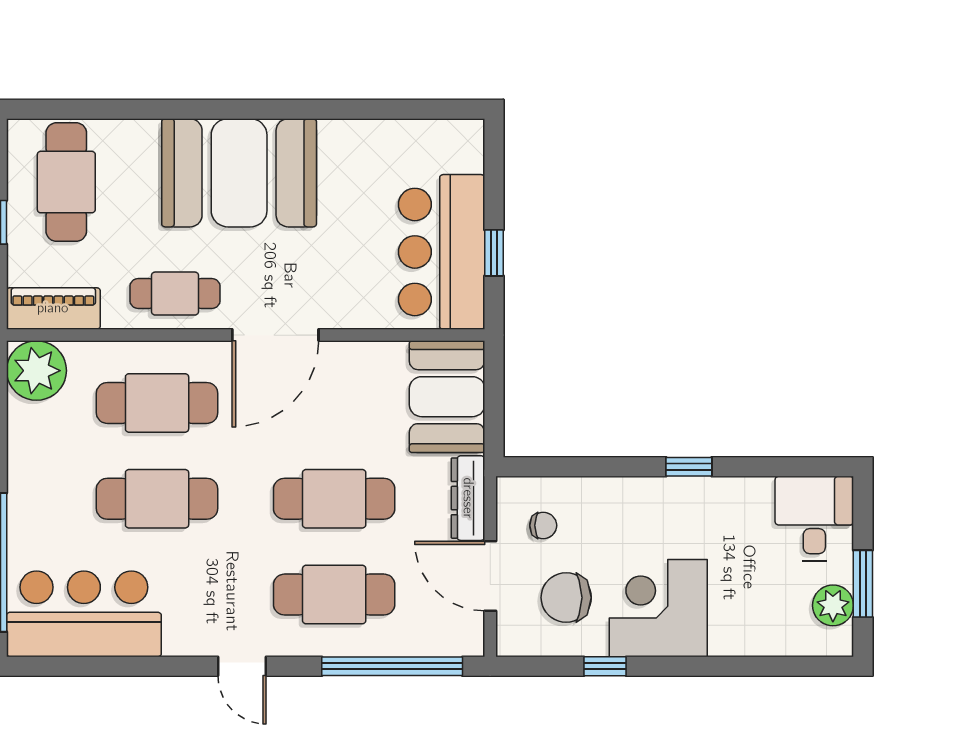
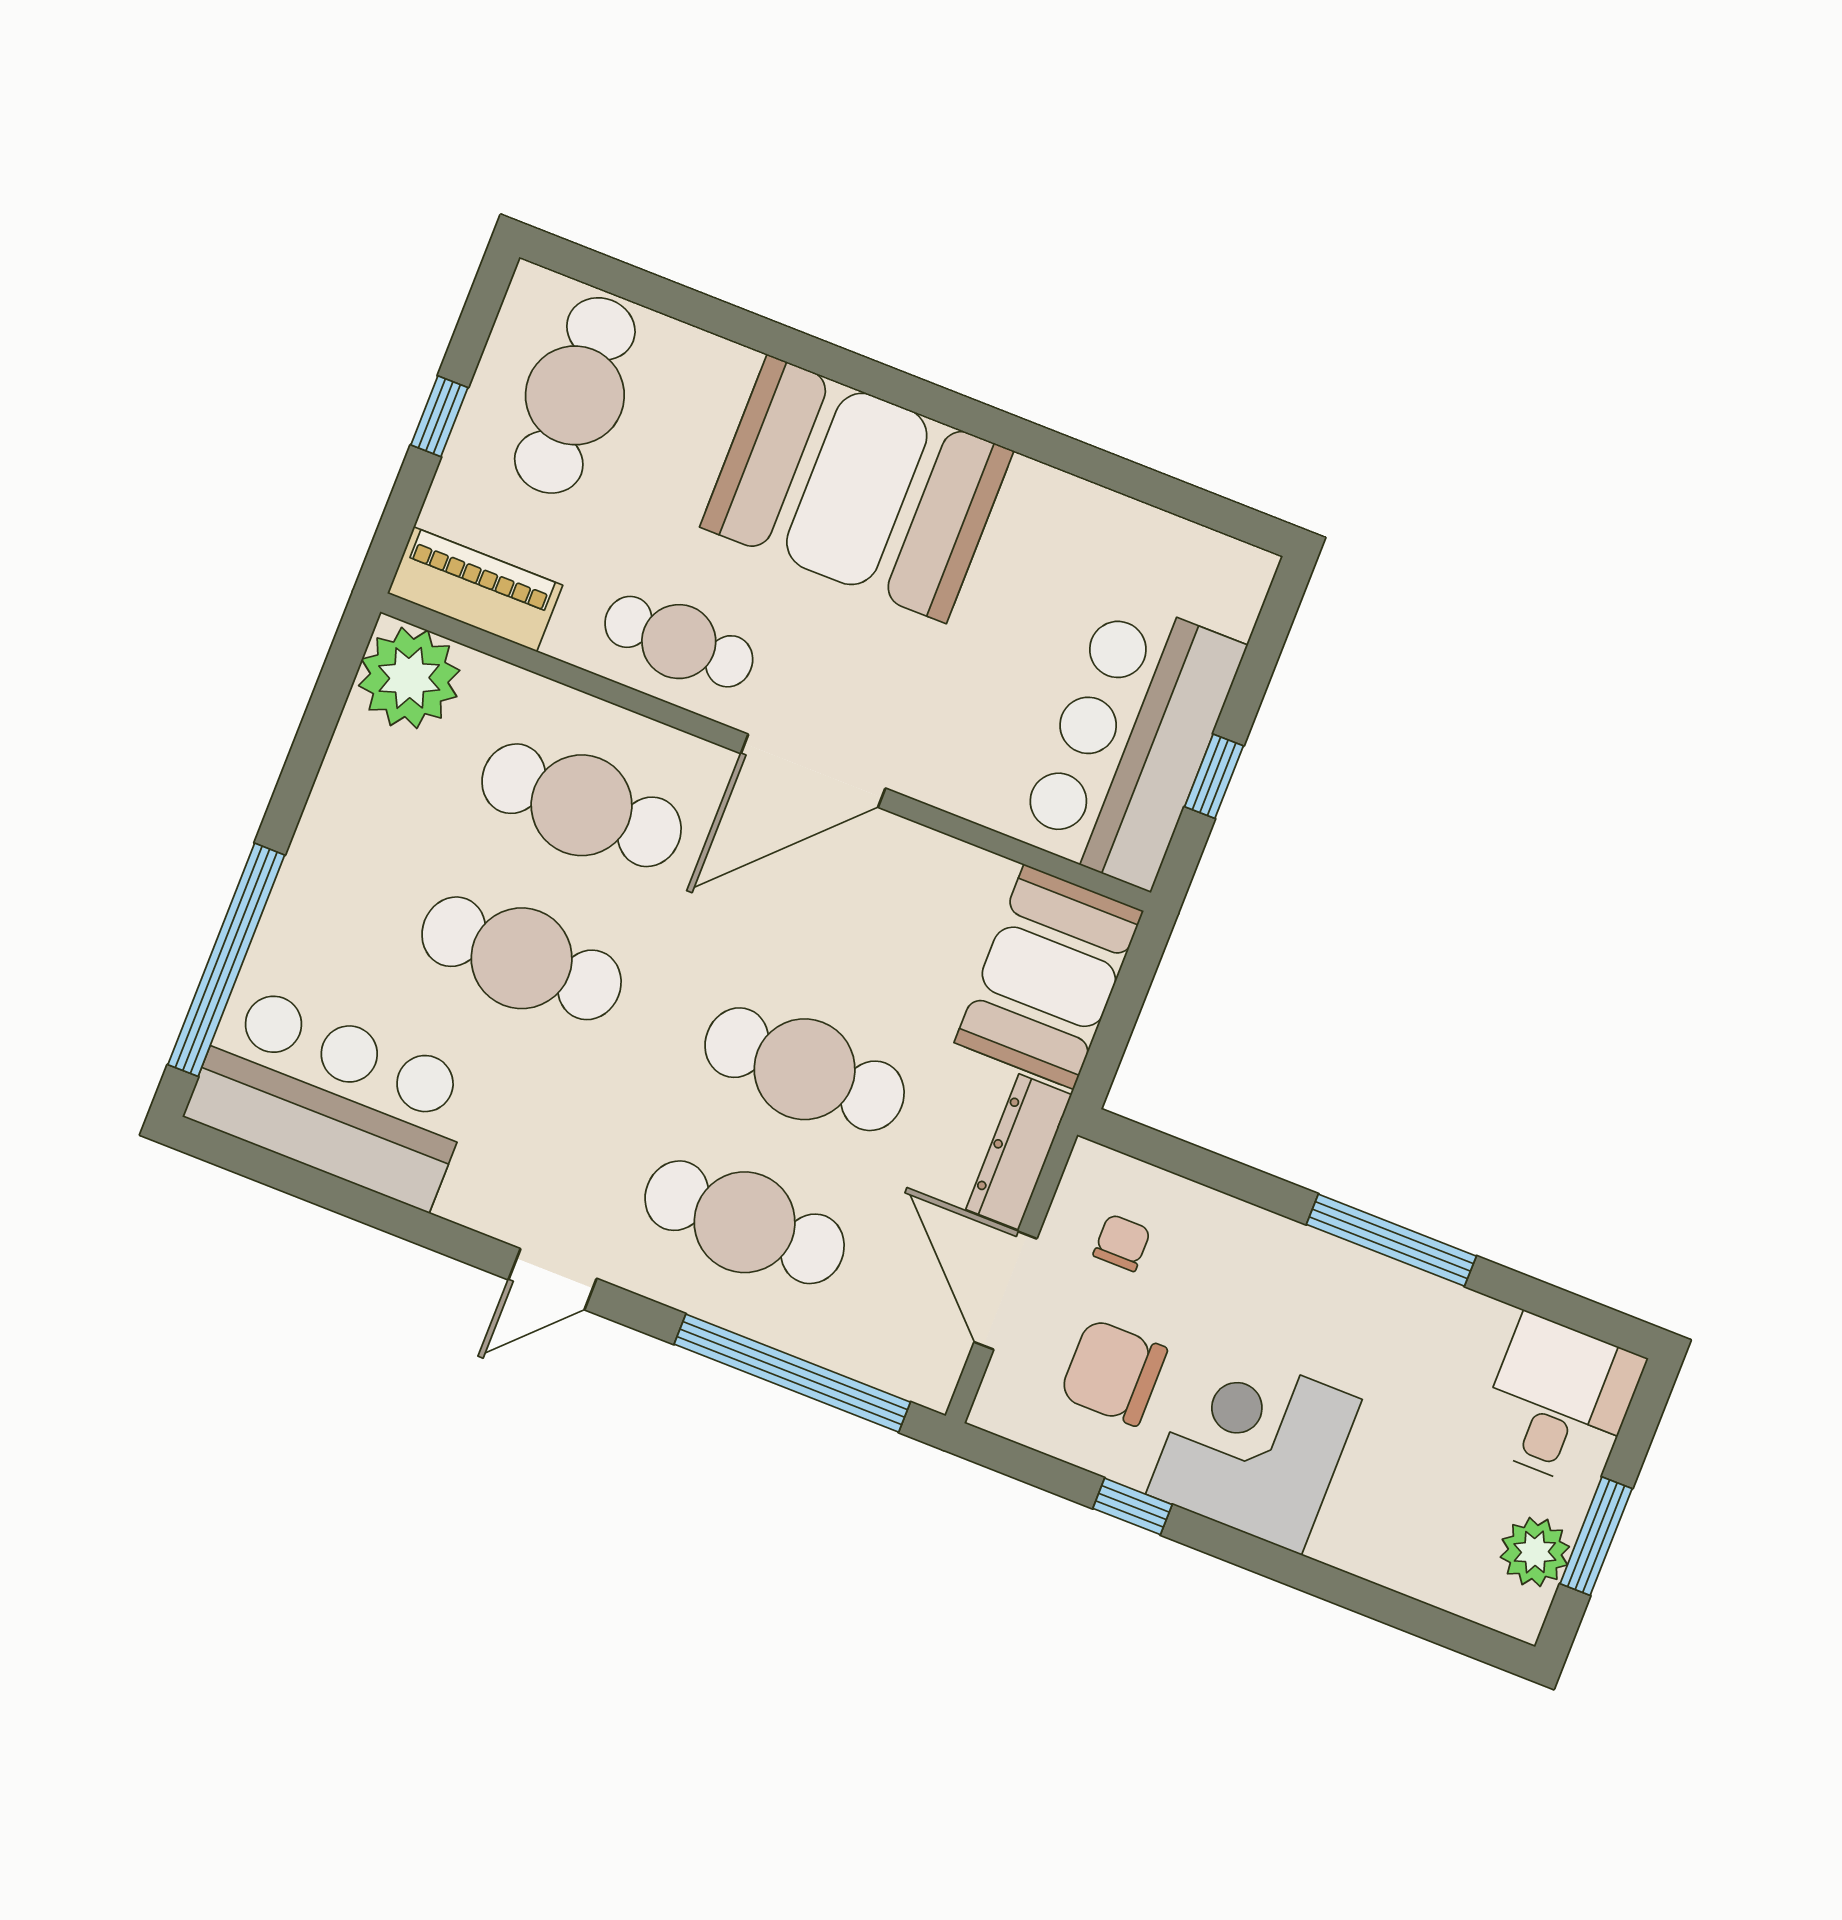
window: (689, 467) -> (1391, 1240), width x2.17
chair: (543, 525) -> (1122, 1243), turned -90
door: (242, 666) -> (553, 1279), hinge flipped

